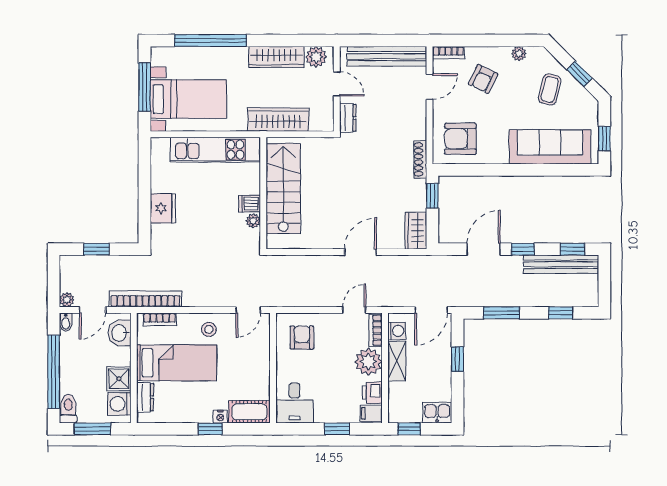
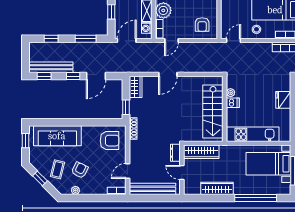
plant: (316, 57) -> (194, 188), removed
armchair: (483, 79) -> (80, 170), moved
wardrobe: (278, 120) -> (201, 152), moved

